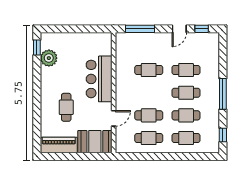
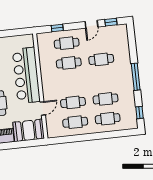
window: (140, 29) -> (57, 28), width x0.46
bar counter: (99, 79) -> (26, 75), width x1.36
cafe table: (186, 93) -> (67, 43), moved

